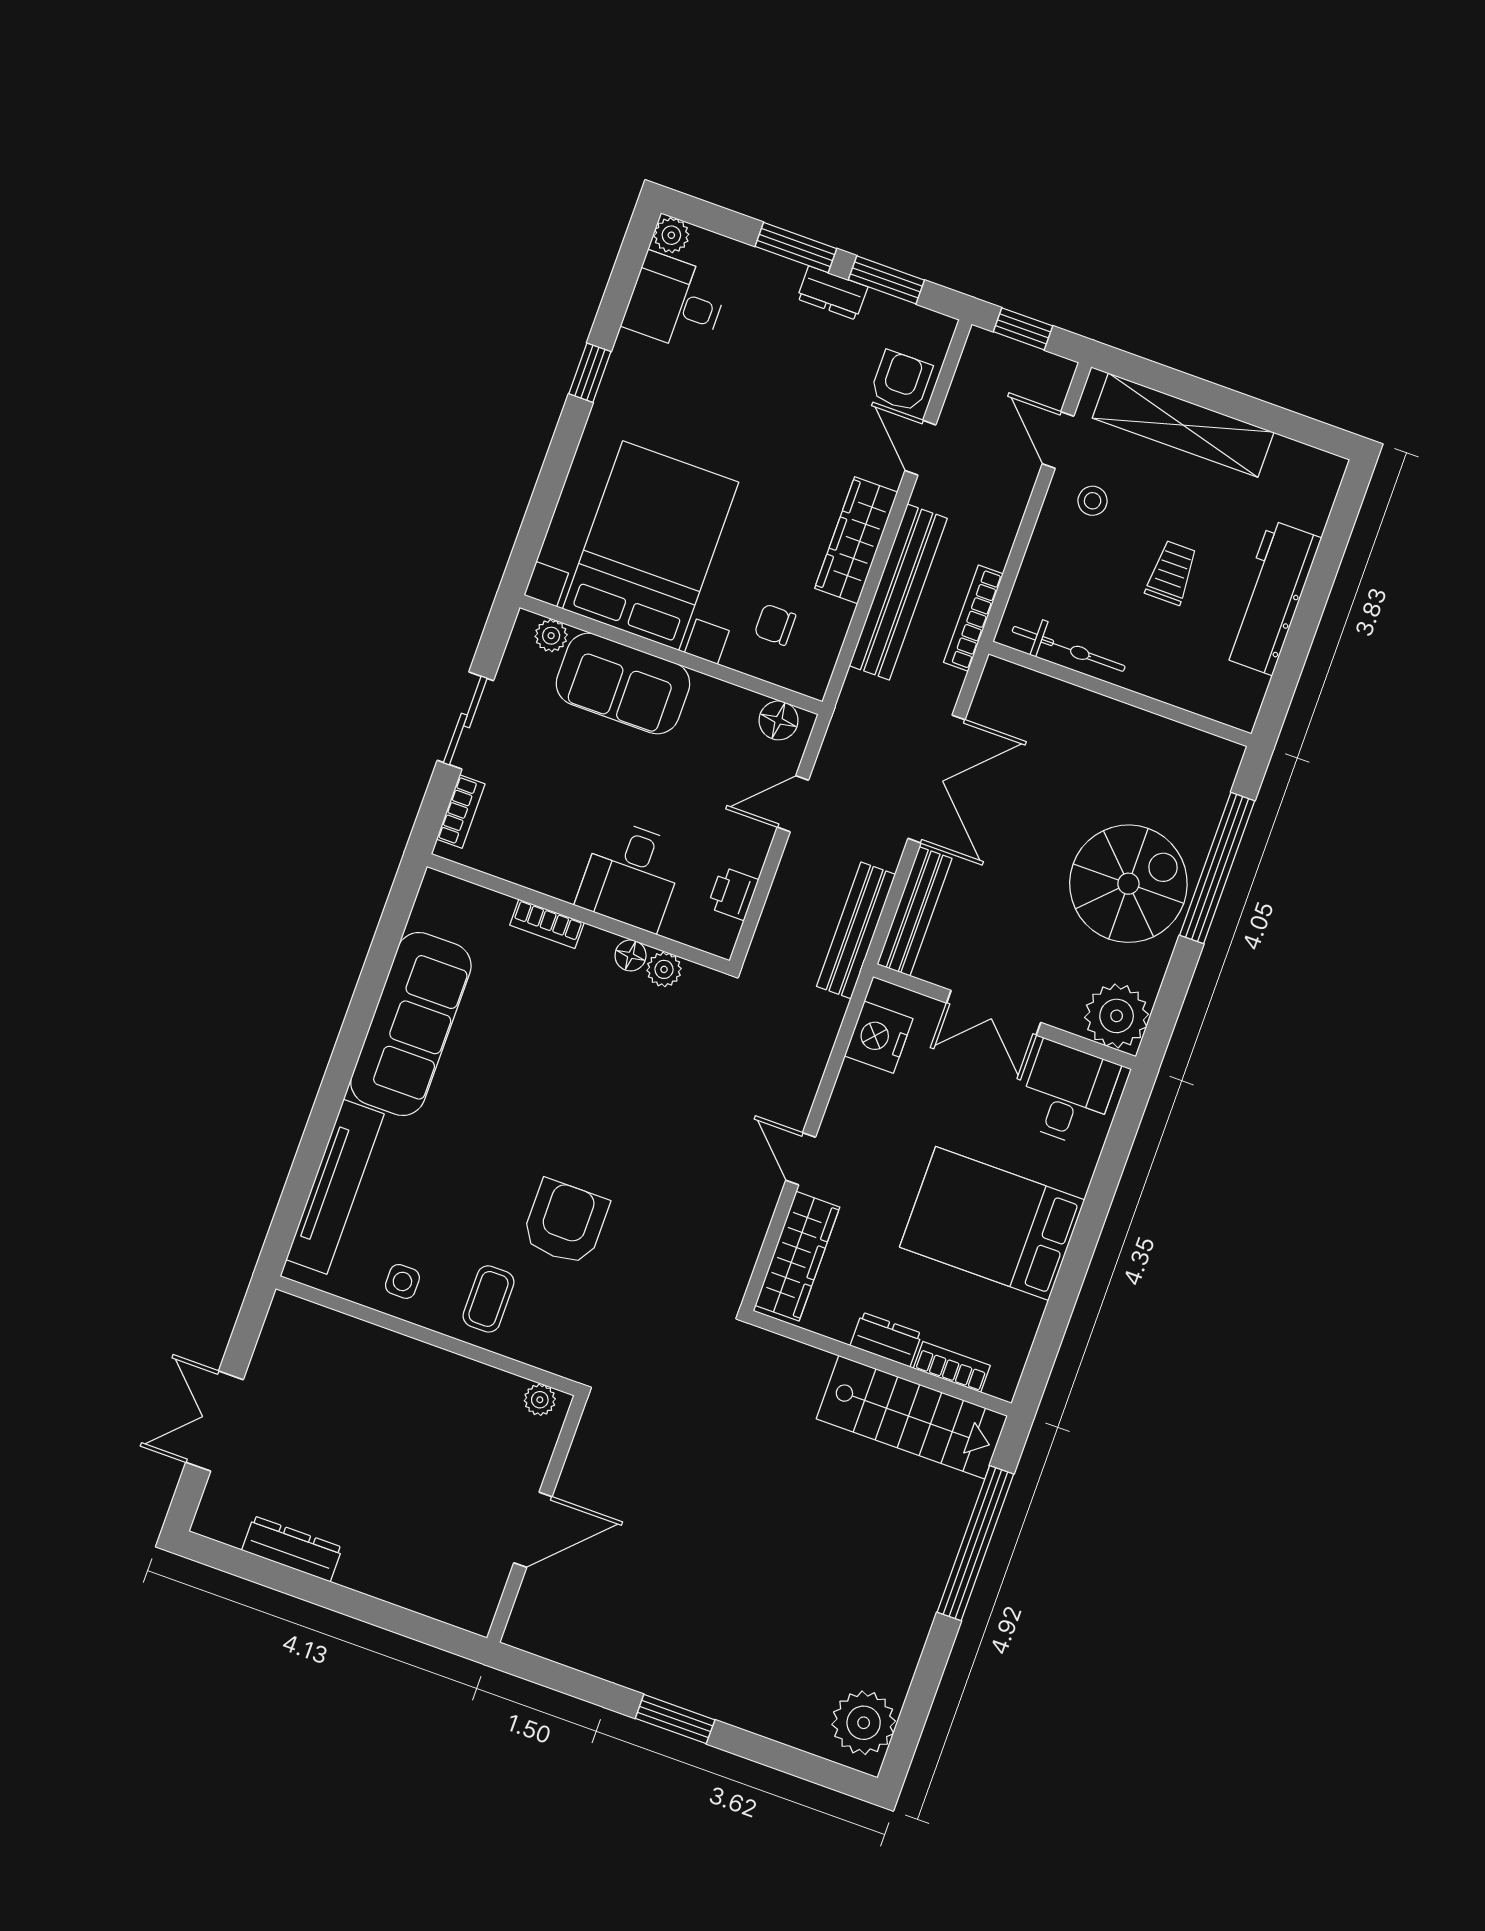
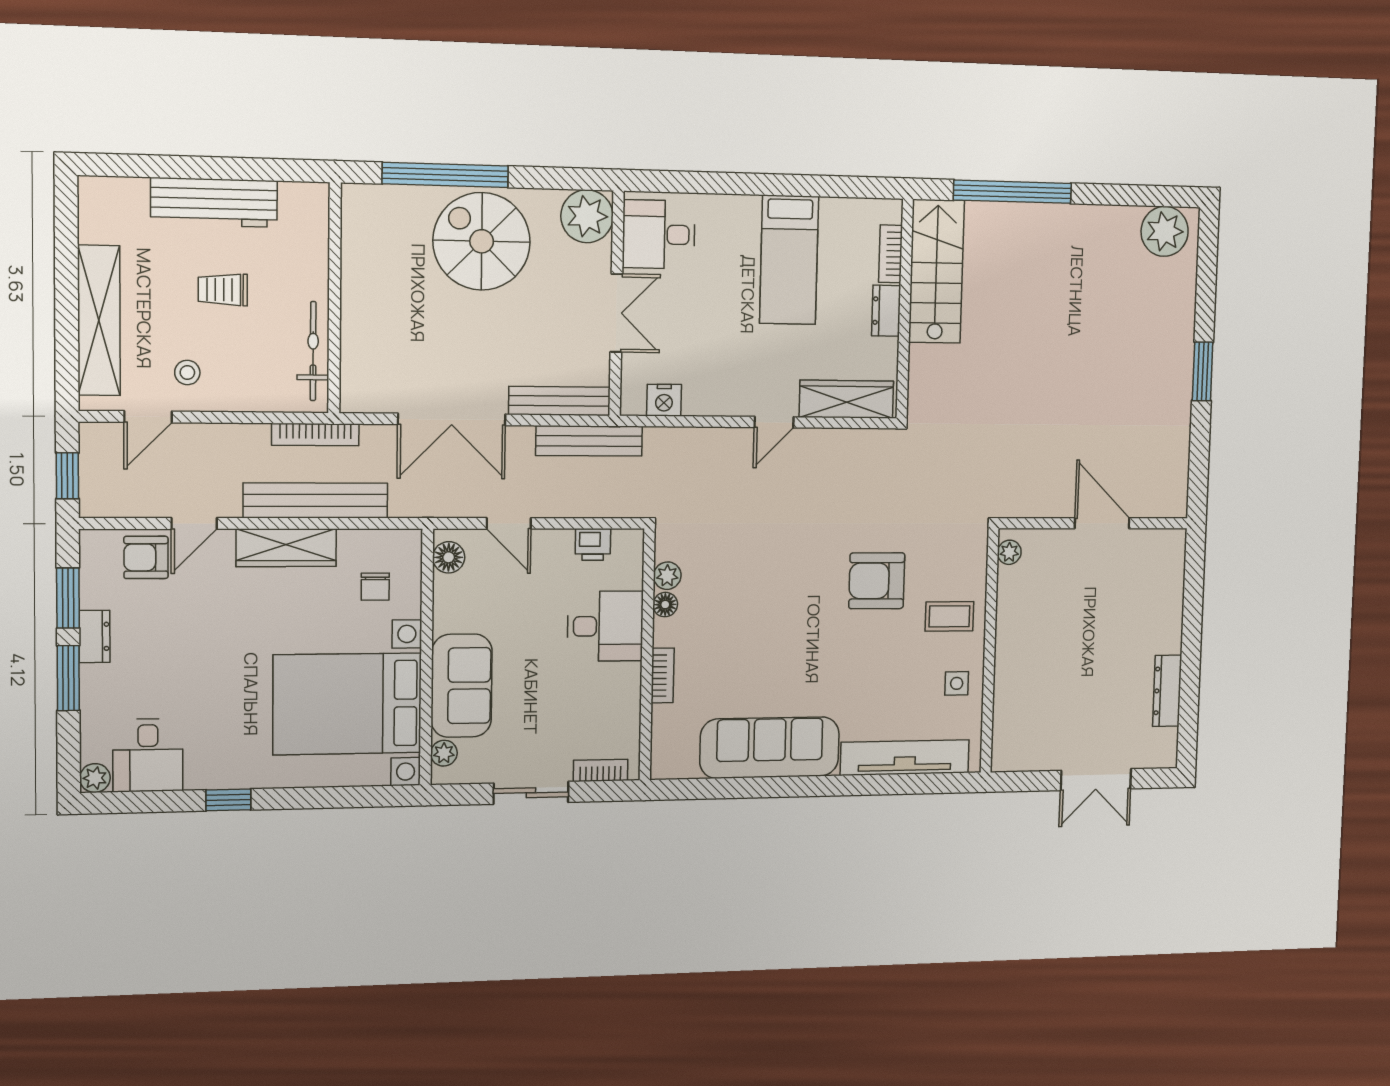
double door: (937, 779) -> (452, 419), swing flipped
nightstand: (879, 1037) -> (664, 400), width x0.74, depth x0.75
bed: (992, 1223) -> (789, 260), width x0.67

